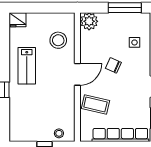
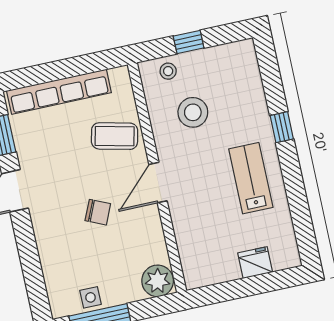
fridge: (17, 20) -> (255, 263), moved
stool: (58, 40) -> (193, 112), moved
side table: (135, 42) -> (91, 297), moved

